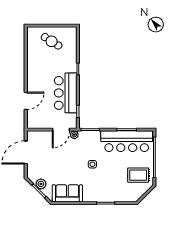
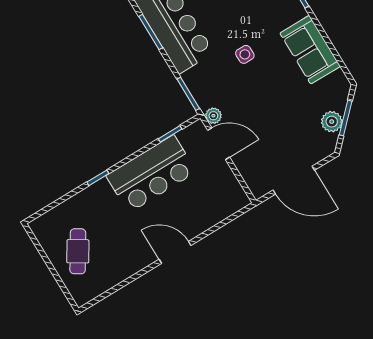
door: (26, 101) -> (175, 252), moved
sofa: (67, 193) -> (310, 50), moved

